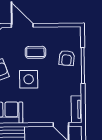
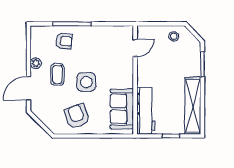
plant: (46, 32) -> (36, 63), added
tv unit: (77, 109) -> (119, 31), removed

